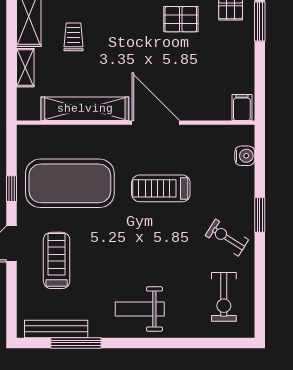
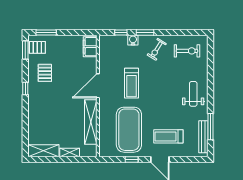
trolley: (74, 37) -> (54, 128), removed
filing cabinet: (242, 107) -> (90, 47), width x2.00
water cooler: (245, 156) -> (133, 40), moved
window: (260, 168) -> (121, 33), added
weight bench: (140, 309) -> (193, 94), turned 180

